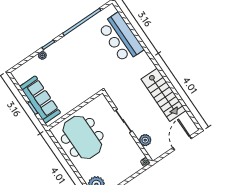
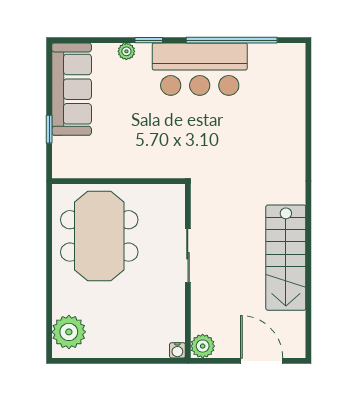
bar counter: (121, 38) -> (200, 69), moved, turned -90
sofa: (40, 100) -> (72, 89), moved
plant: (145, 140) -> (203, 346), moved
door: (182, 143) -> (262, 361), hinge flipped

